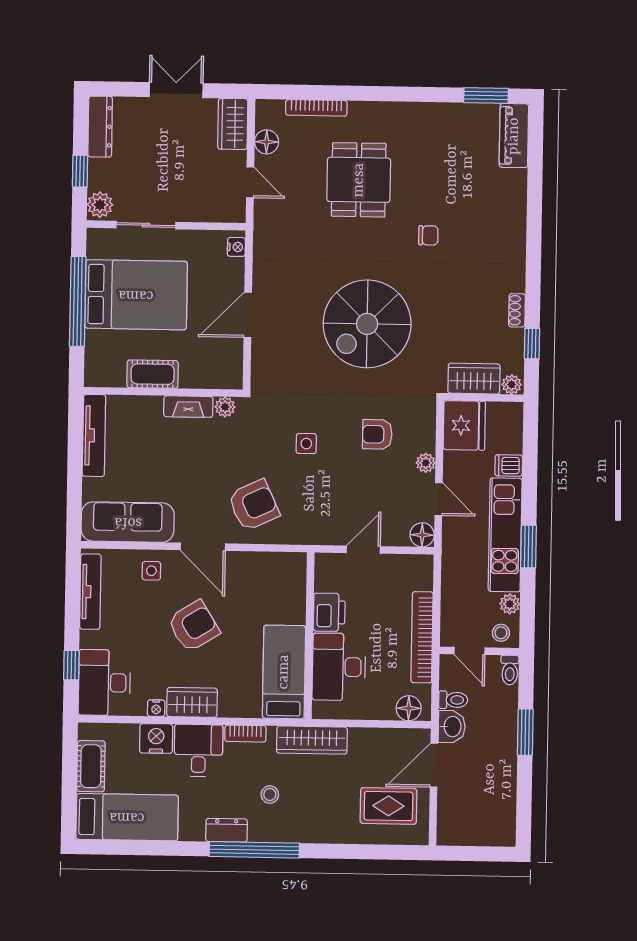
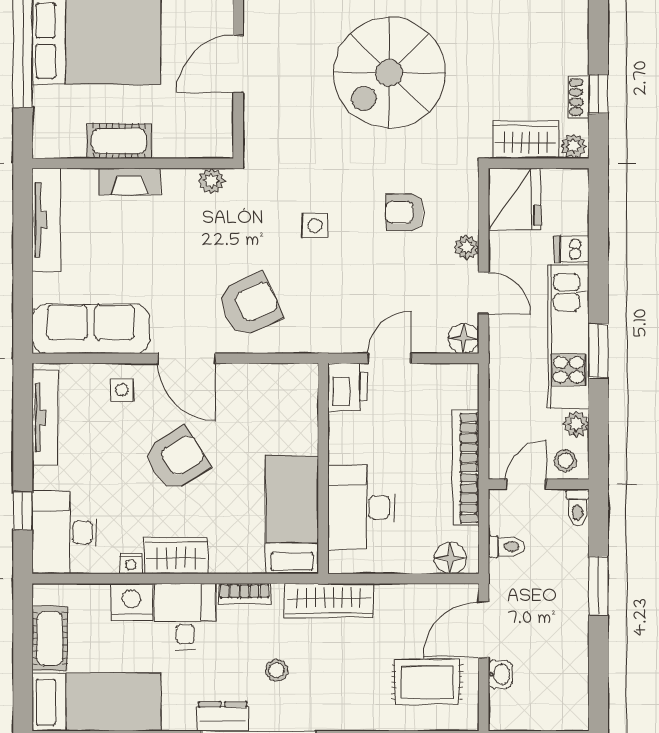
shoe rack: (517, 310) -> (579, 97), moved
fireplace: (188, 407) -> (129, 181), moved
printer: (329, 612) -> (348, 387), moved
door: (470, 651) -> (526, 484), swing flipped
washbasin: (452, 727) -> (500, 674), moved, width x0.72, depth x0.69

